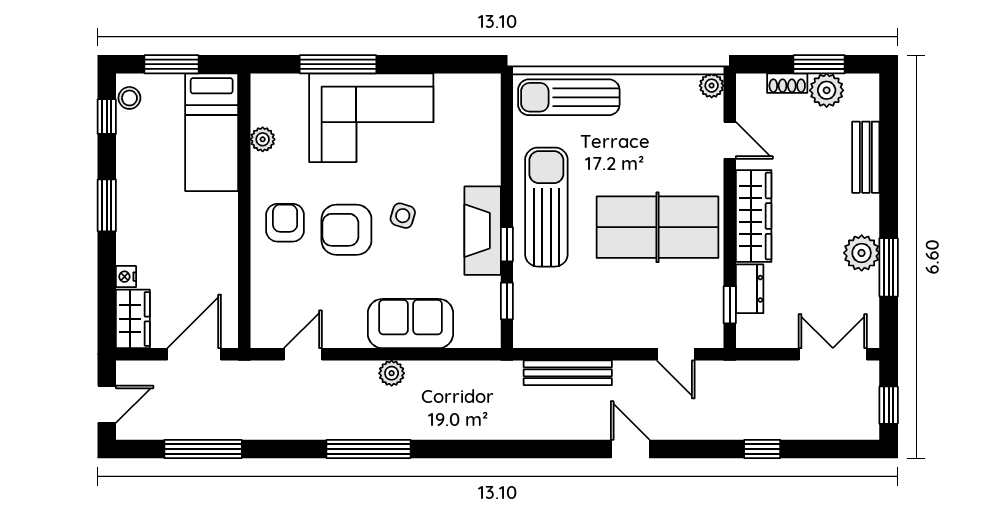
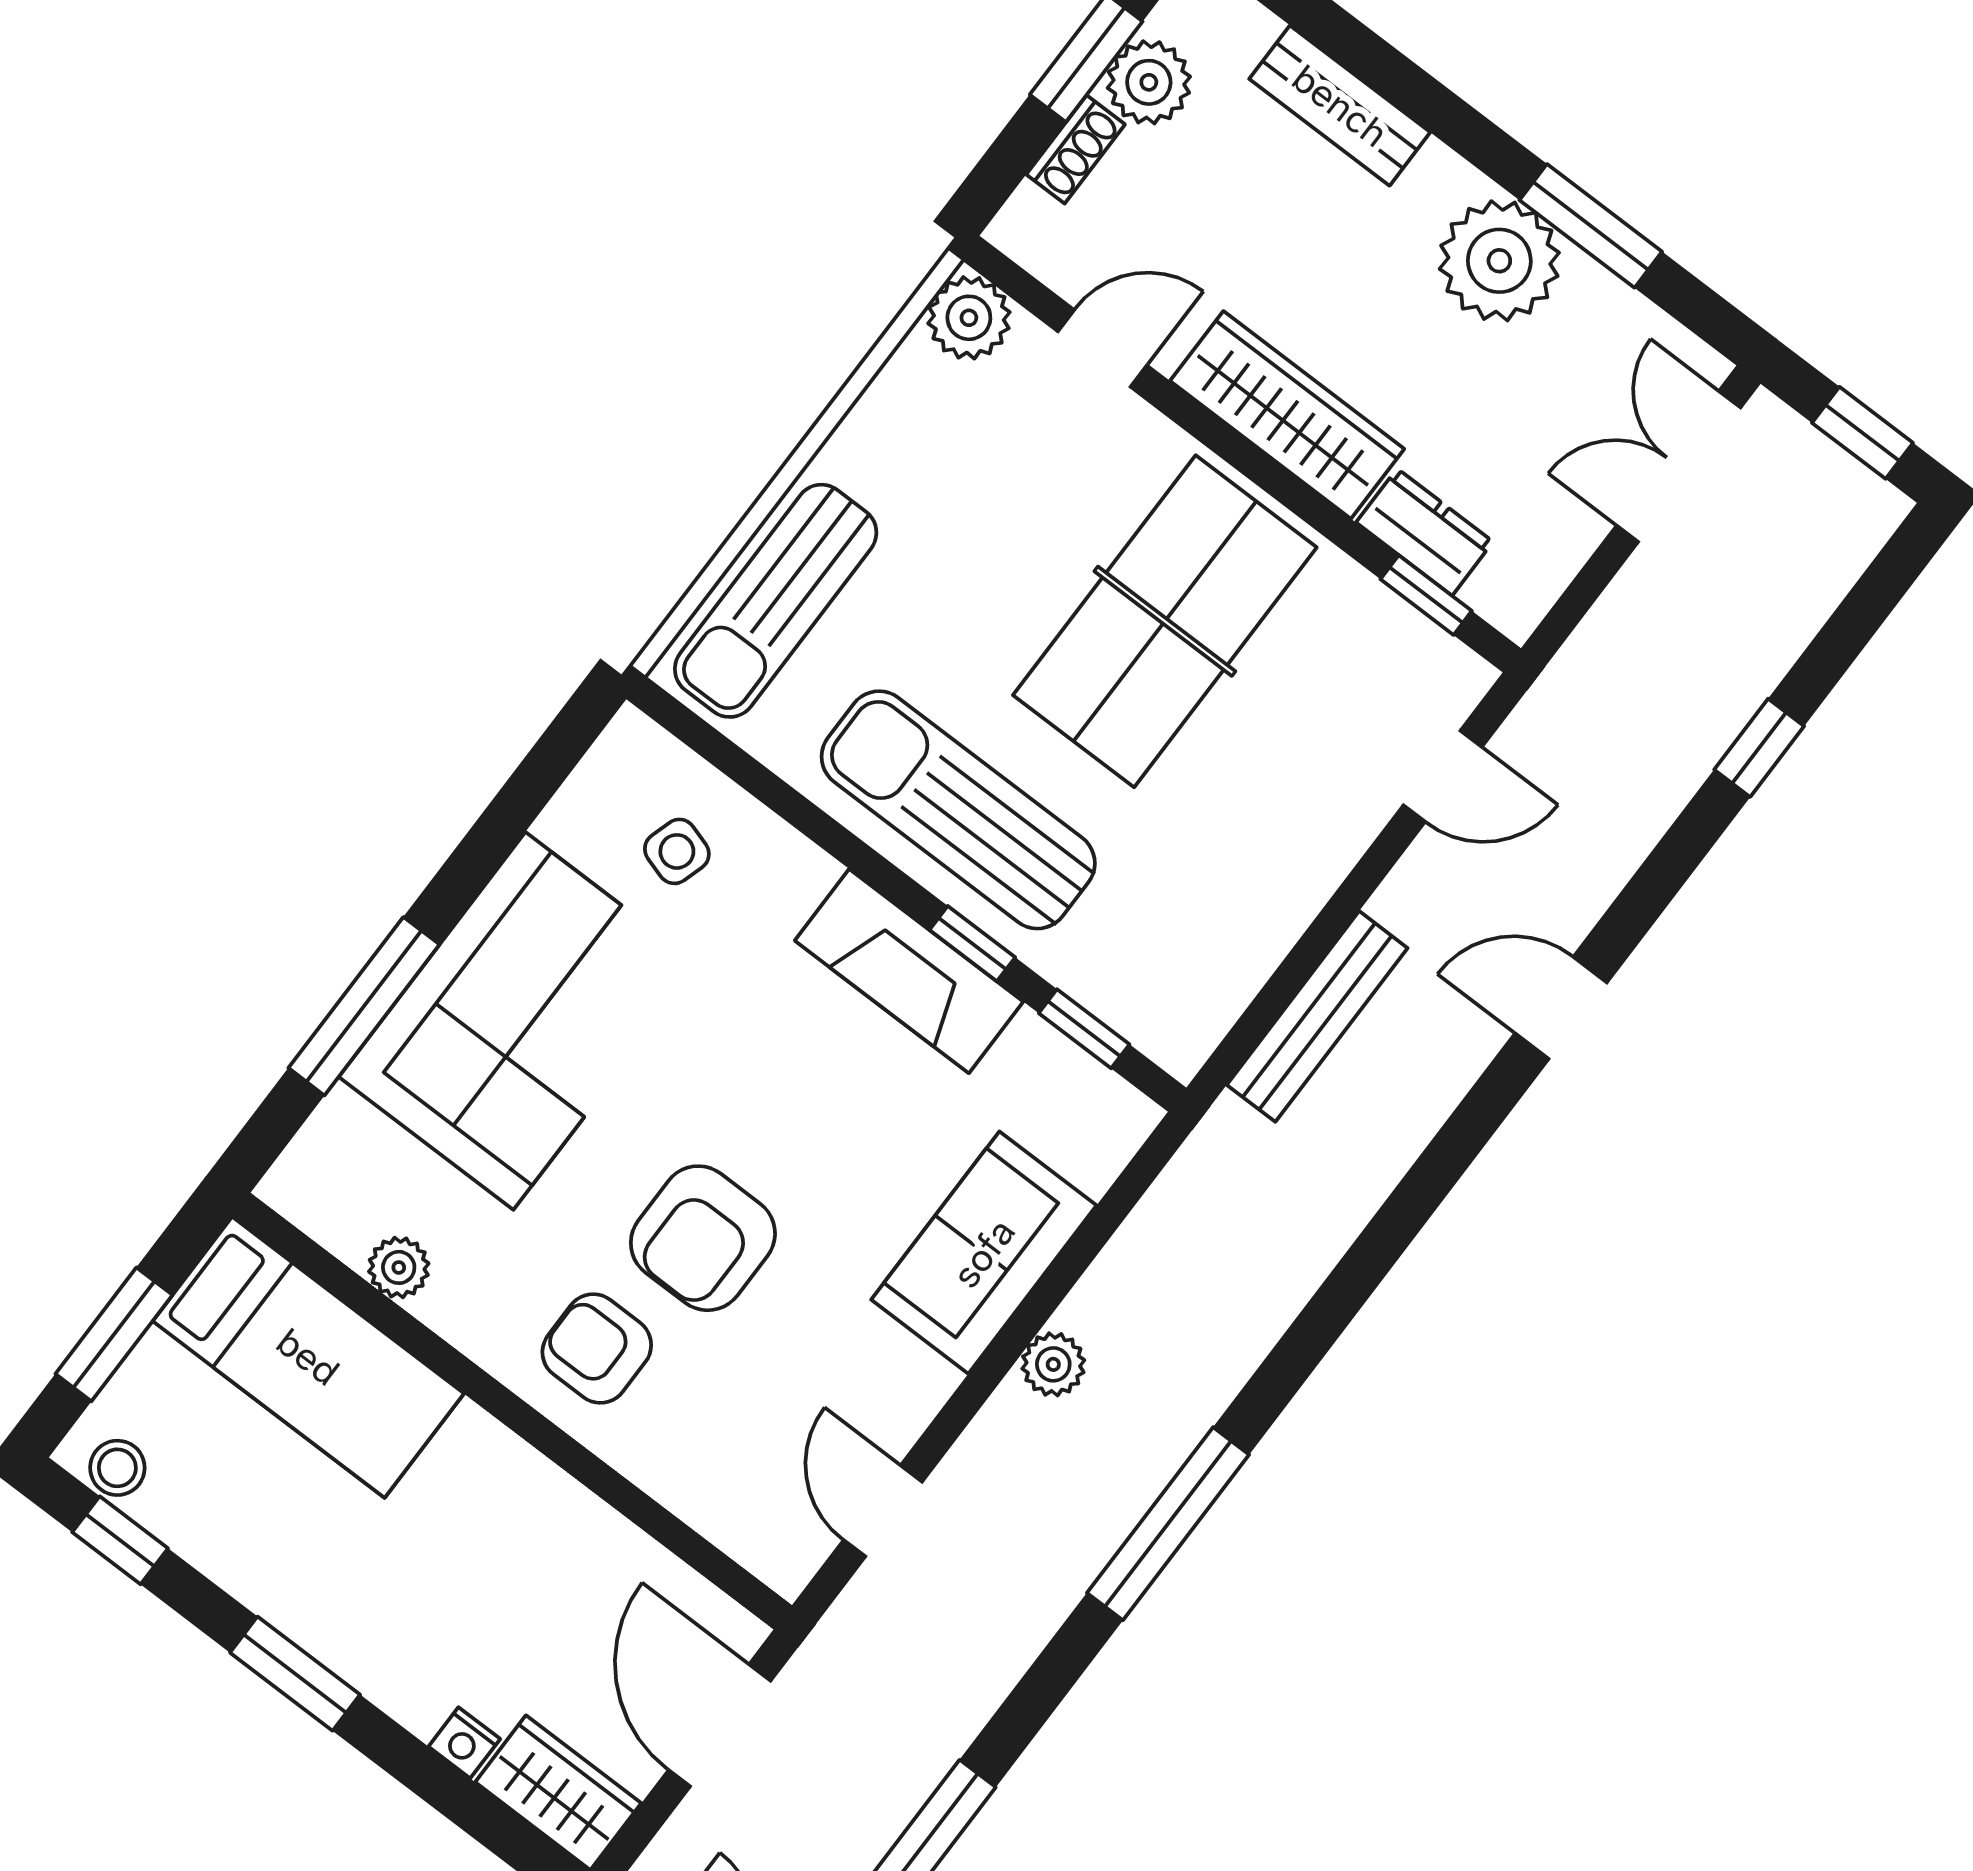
plant: (712, 86) -> (969, 318), width x1.38, depth x1.38
side table: (403, 216) -> (677, 851), moved
plant: (862, 253) -> (1499, 261), width x1.36, depth x1.36

